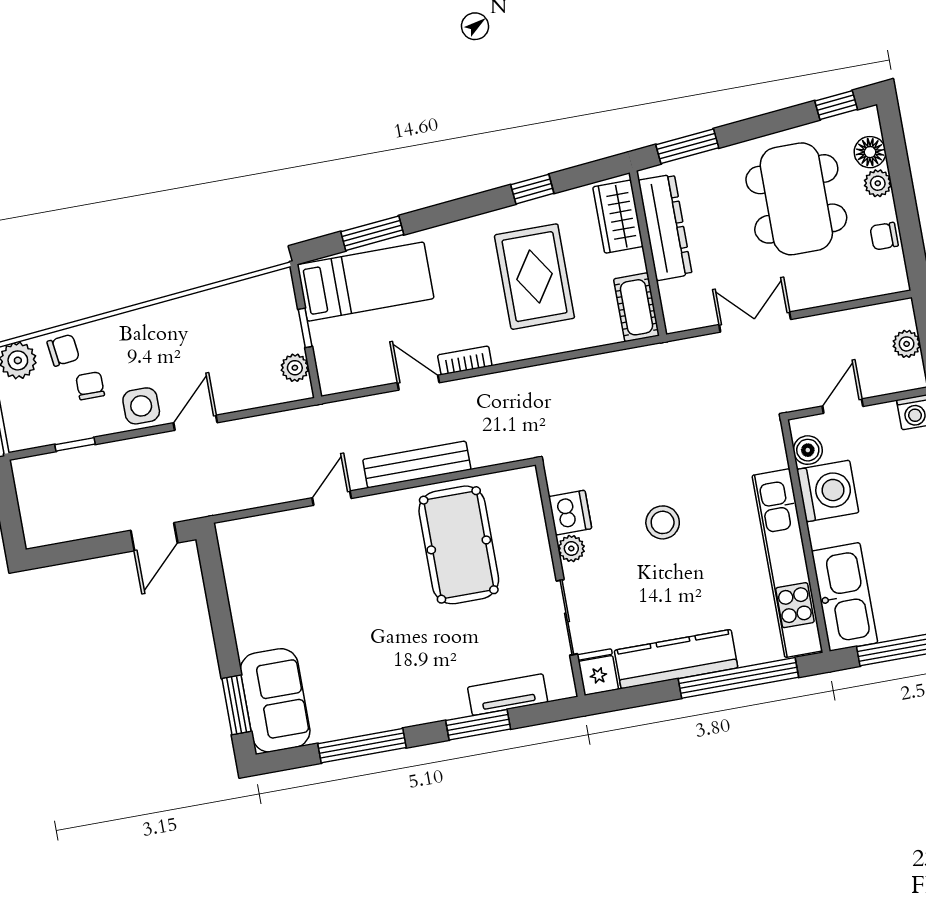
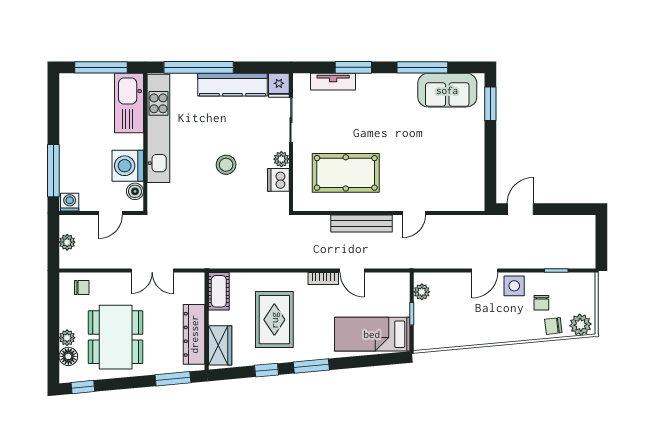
window: (372, 233) -> (311, 366), moved
chair: (884, 236) -> (82, 287), moved
pool table: (459, 545) -> (346, 173), turned 90
sofa: (275, 700) -> (447, 90), moved, turned -90

